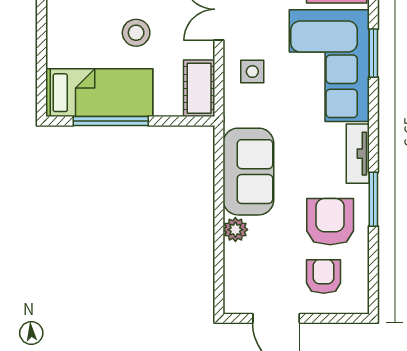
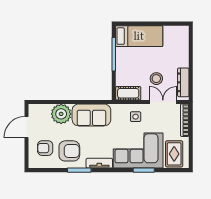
stool: (136, 33) -> (156, 79), moved
bed: (99, 93) -> (139, 36), moved, turned -90
plant: (235, 230) -> (61, 114), width x1.88, depth x1.88
armchair: (324, 276) -> (45, 148), turned 180

